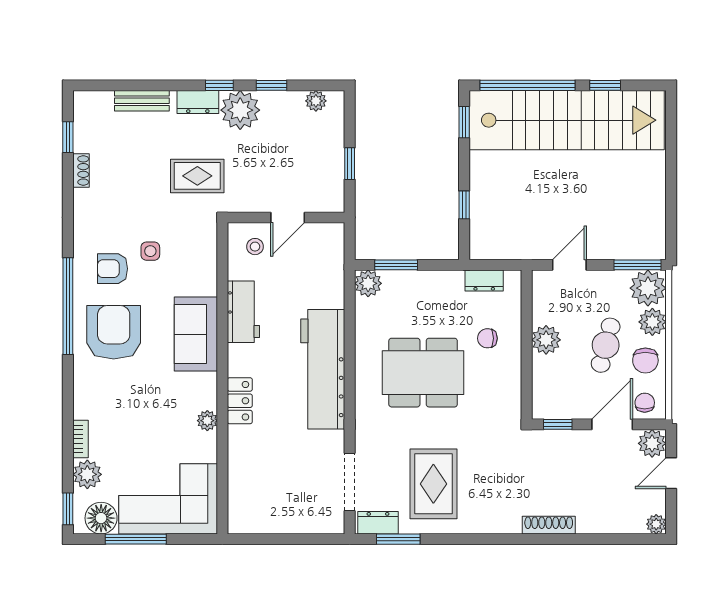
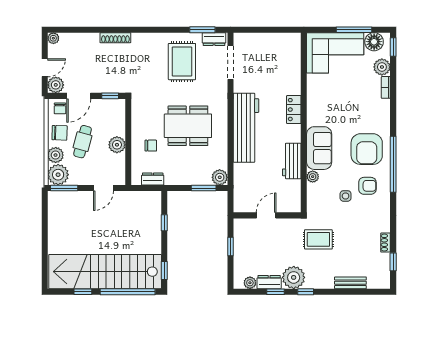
dresser: (198, 102) -> (269, 282), moved
stool: (255, 247) -> (285, 199), removed
chair: (645, 360) -> (60, 133), turned 92
plant: (207, 421) -> (313, 177), moved

